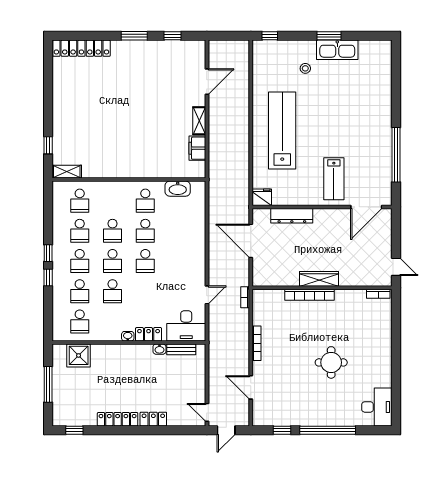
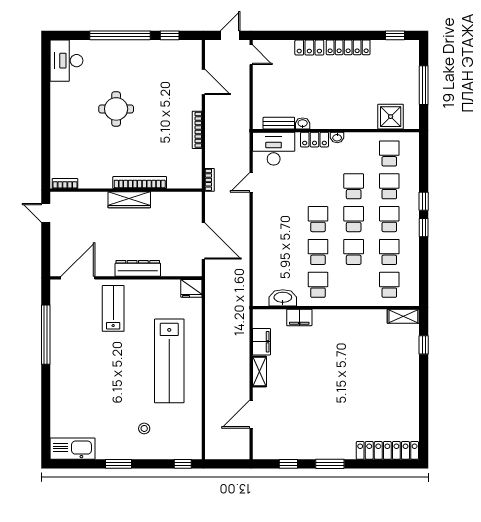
kitchen sink: (337, 50) -> (73, 449), moved
filing cabinet: (163, 171) -> (299, 317), added
dresser: (292, 216) -> (138, 268), moved

